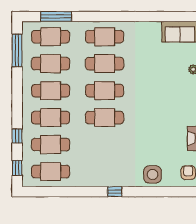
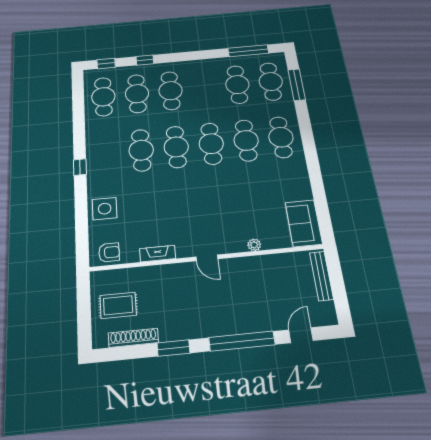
cafe table: (51, 91) -> (141, 150), moved

